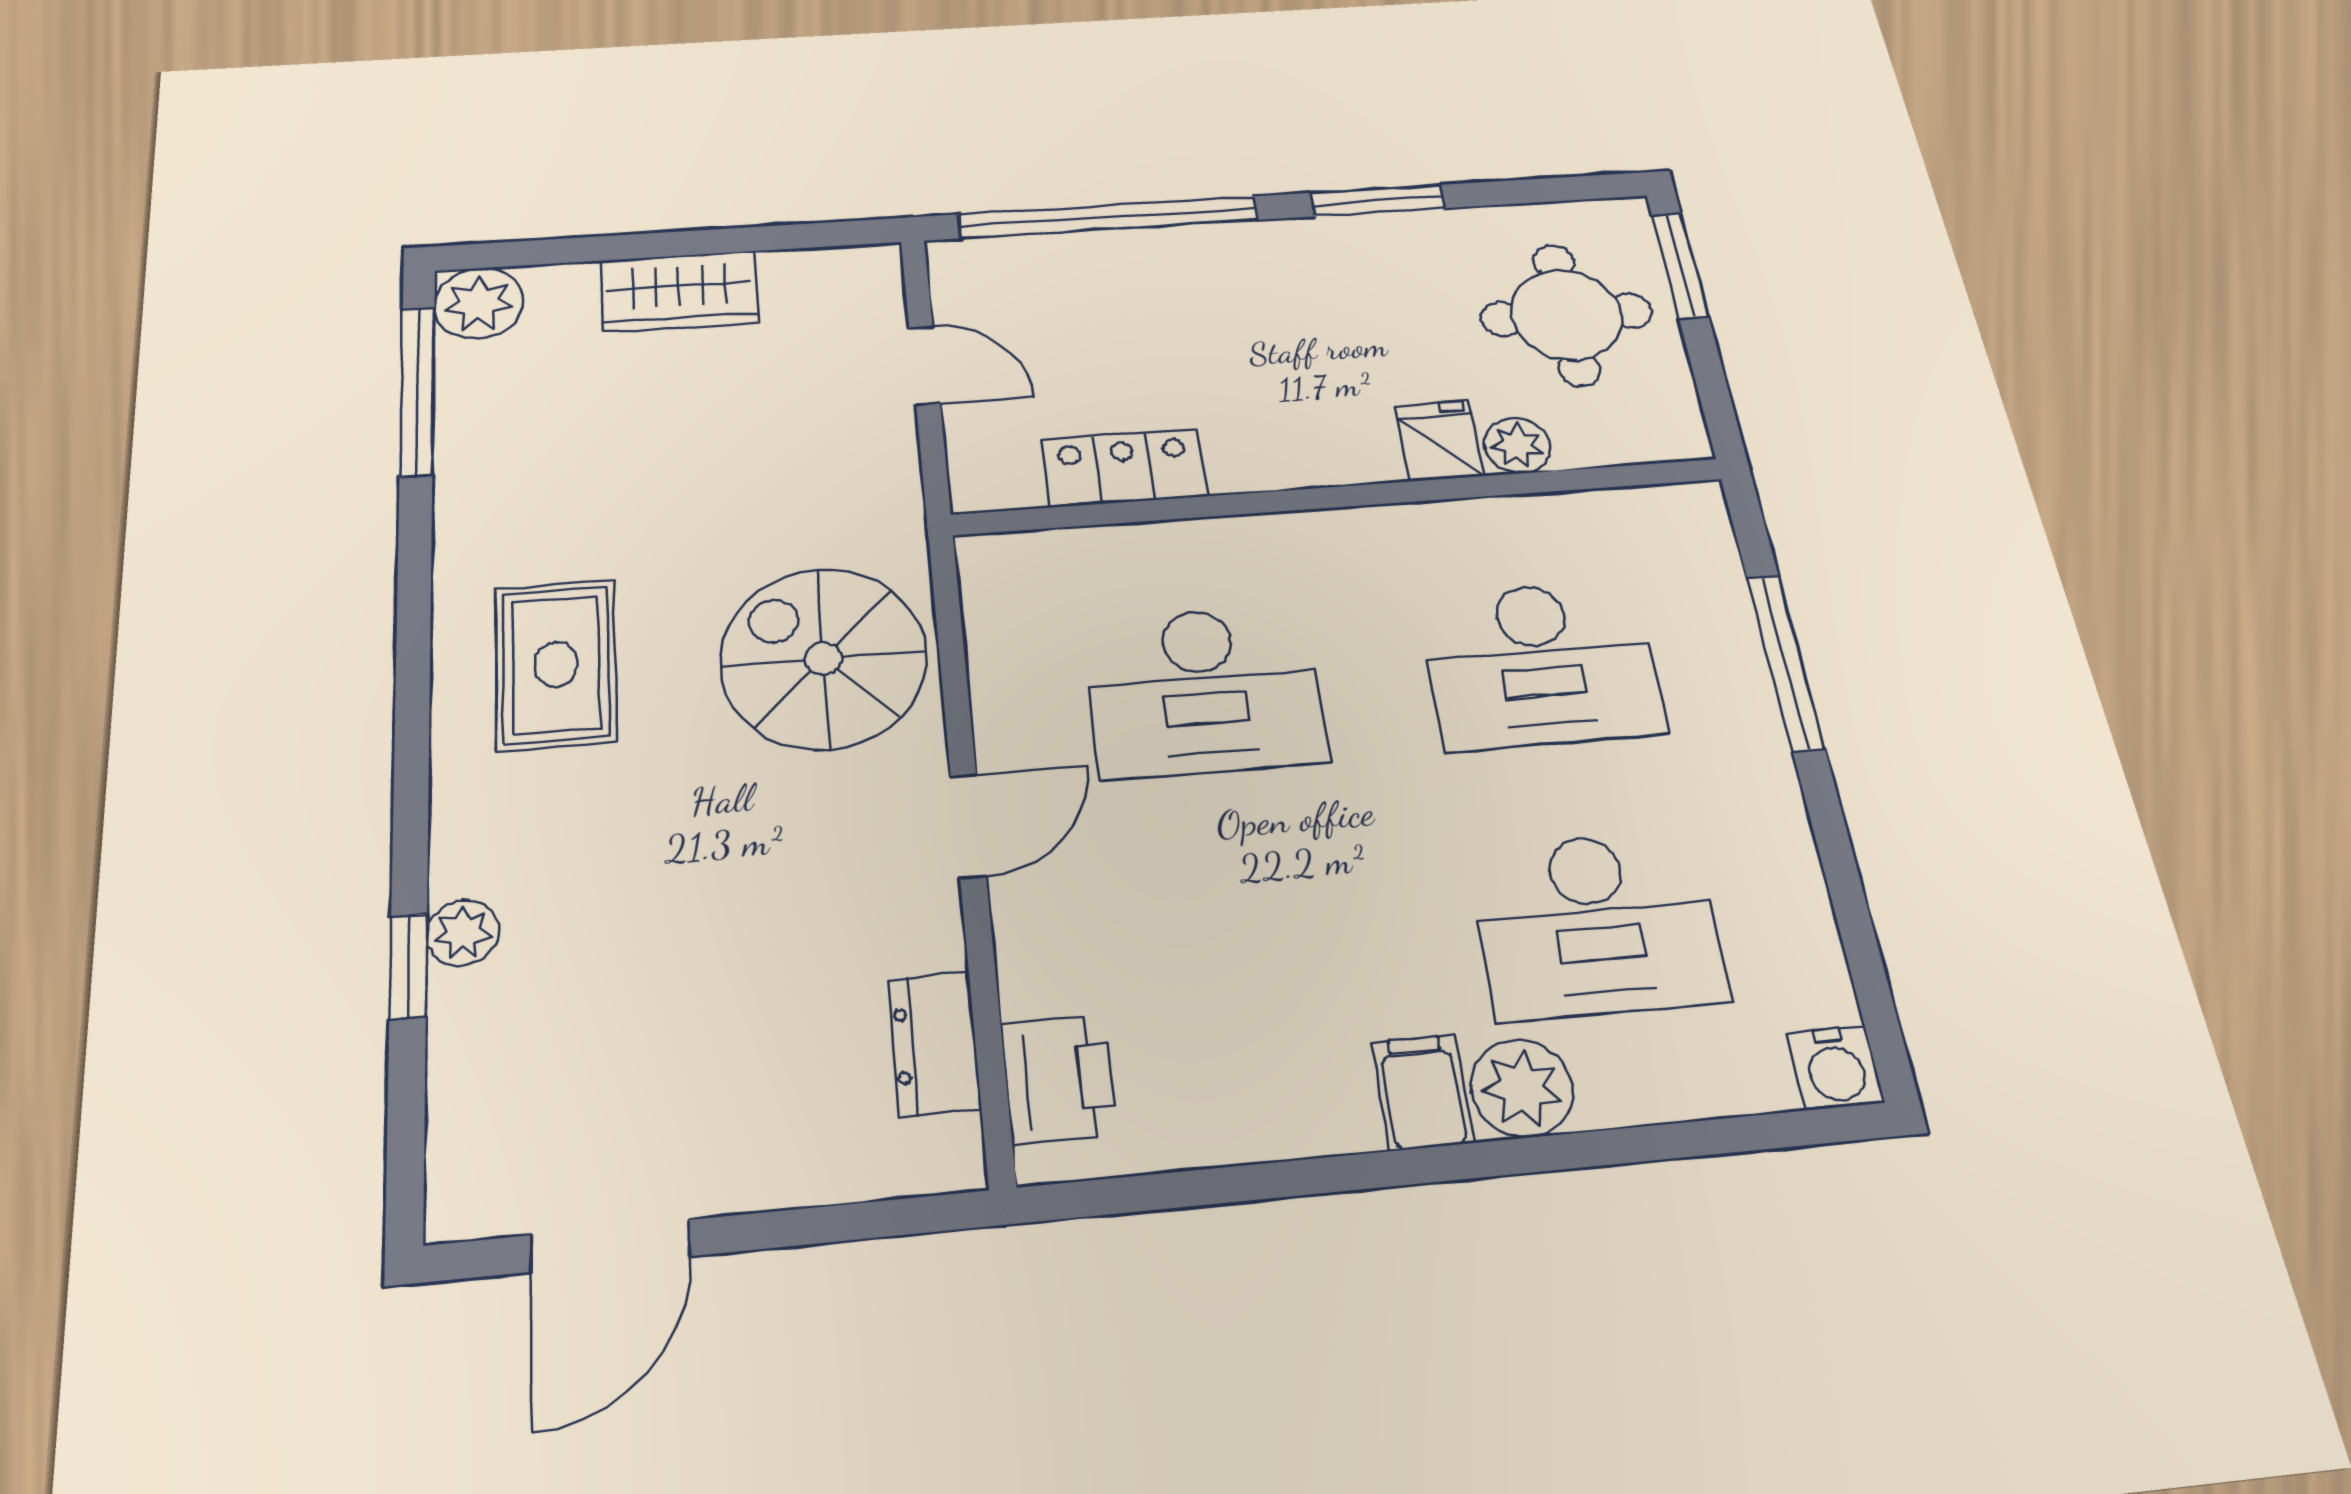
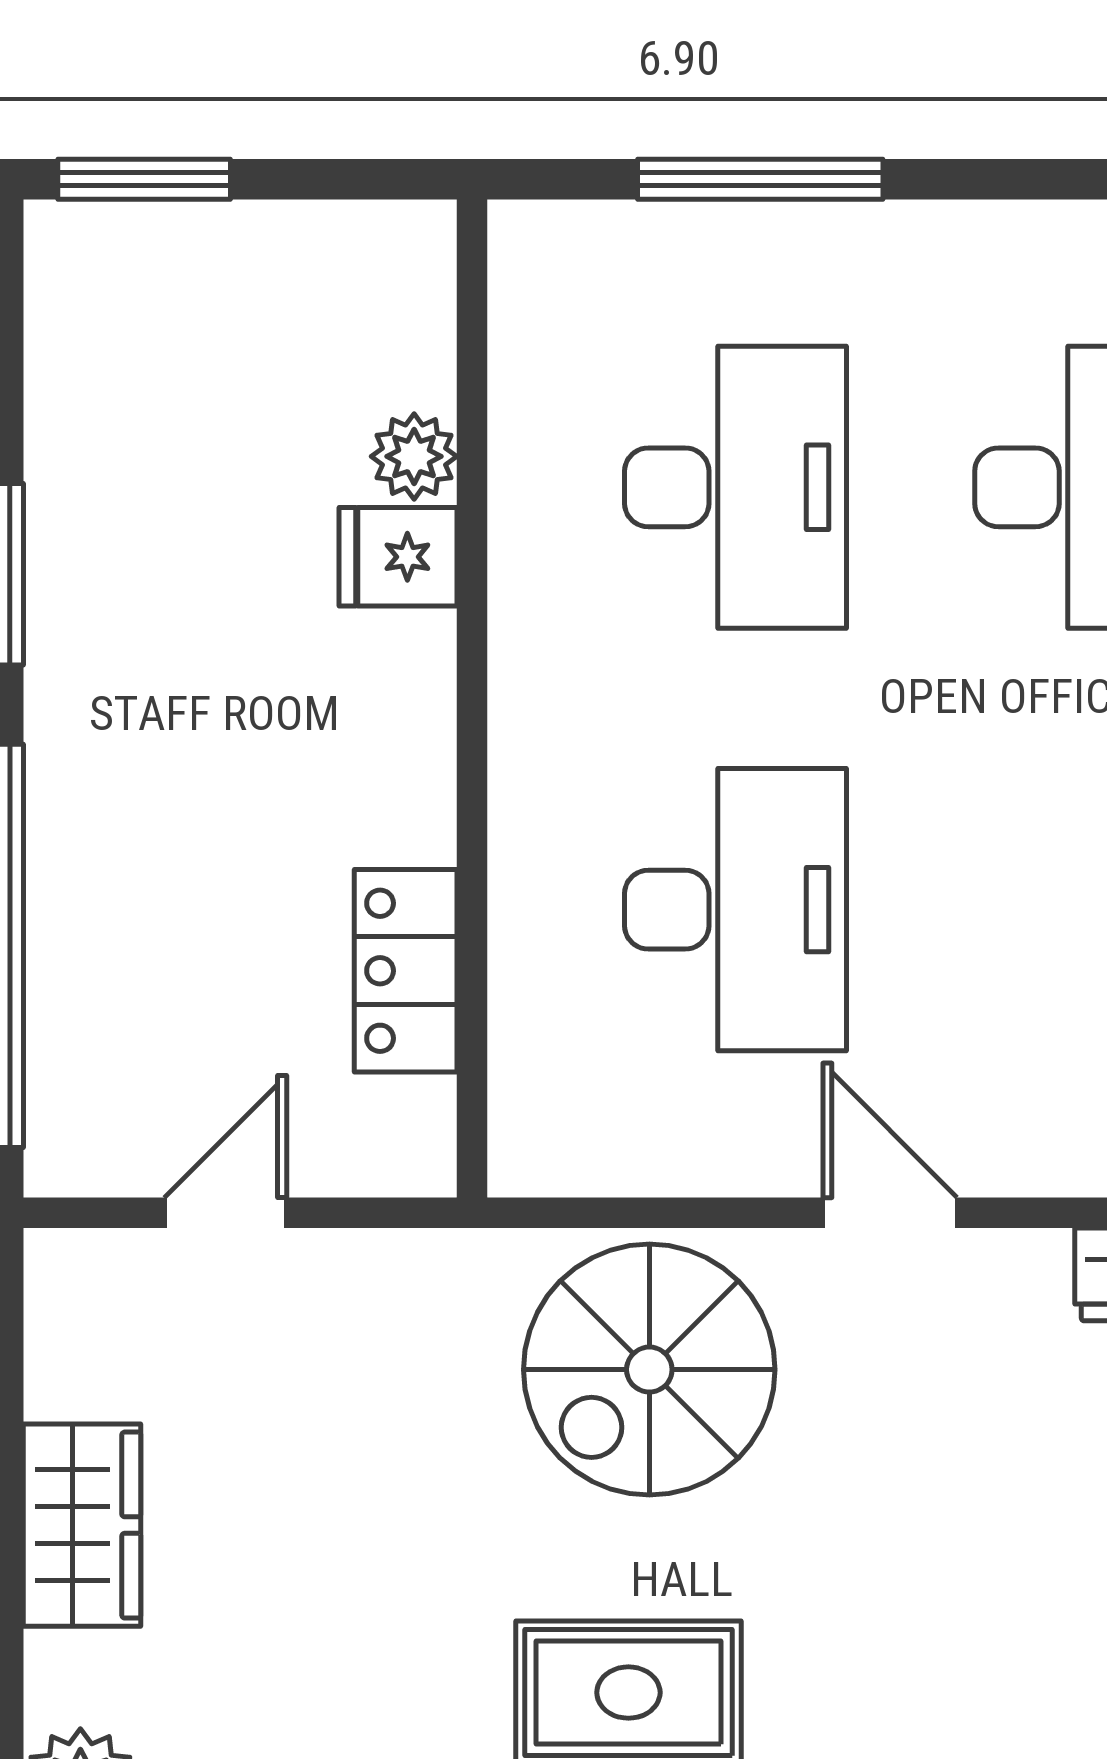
round table: (1566, 315) -> (213, 351), removed

